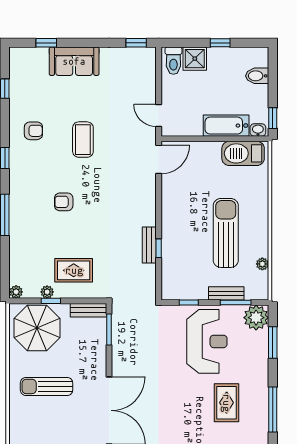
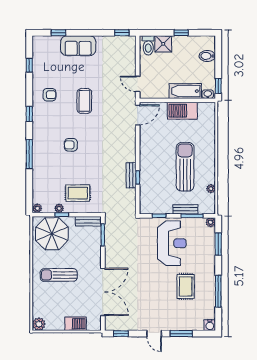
barbecue: (243, 153) -> (182, 111), moved
plant: (256, 318) -> (211, 222), width x0.53, depth x0.53

